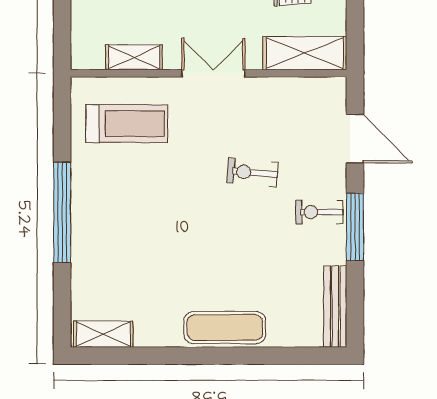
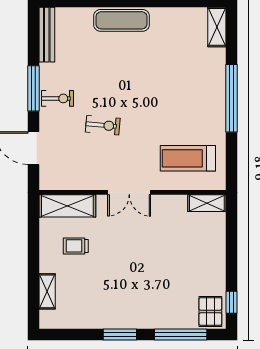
shelving: (134, 57) -> (207, 203), moved
shelving: (103, 334) -> (217, 27), moved, turned 90

